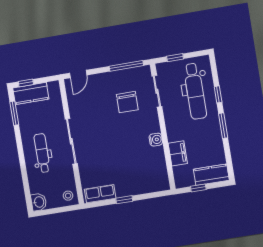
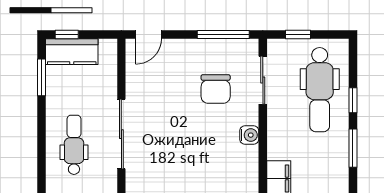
water cooler: (156, 140) -> (249, 135), moved

